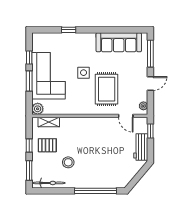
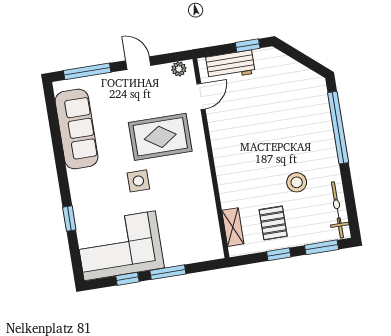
corner sofa: (48, 76) -> (120, 246), moved
plant: (38, 109) -> (213, 250), removed
window: (150, 131) -> (248, 45), moved
workbench: (141, 147) -> (230, 65), moved

